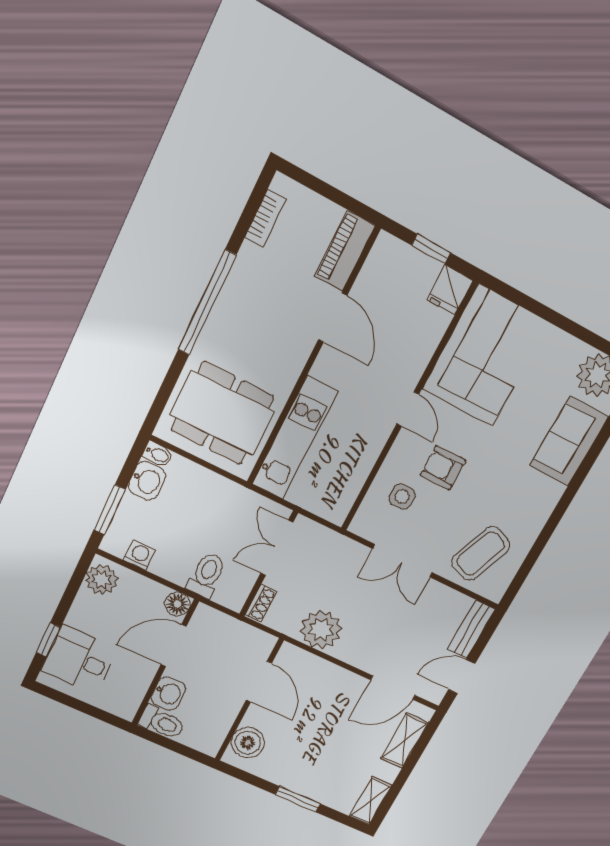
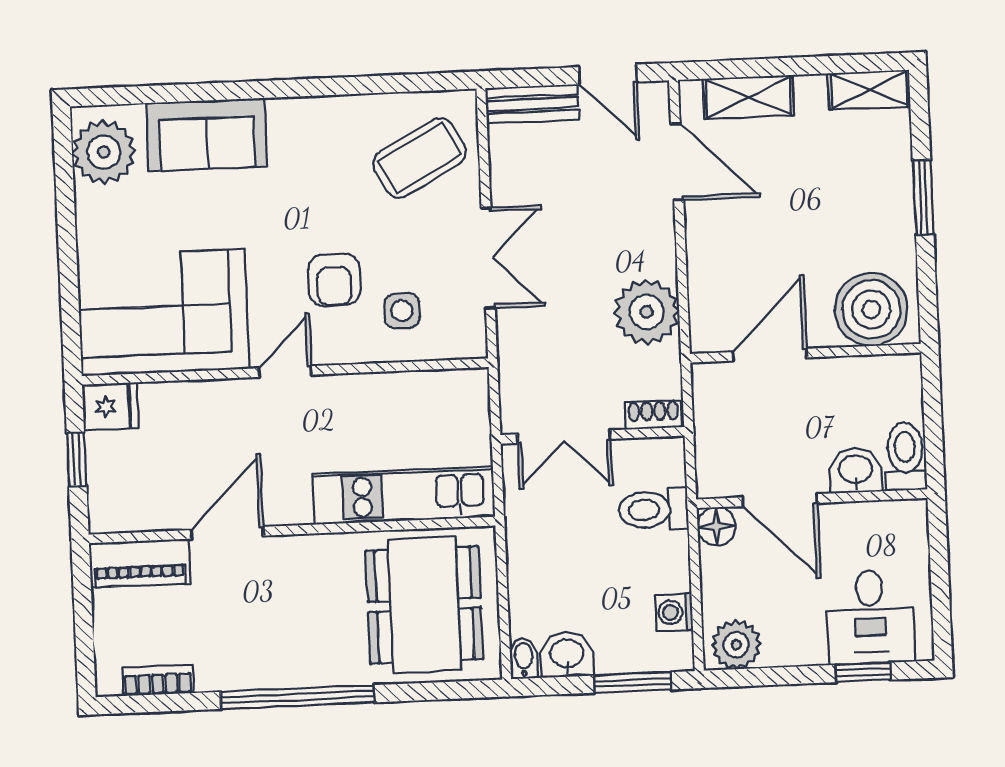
coffee table: (481, 554) -> (420, 158), turned -50
boiler: (248, 743) -> (871, 309), width x1.37, depth x1.37

